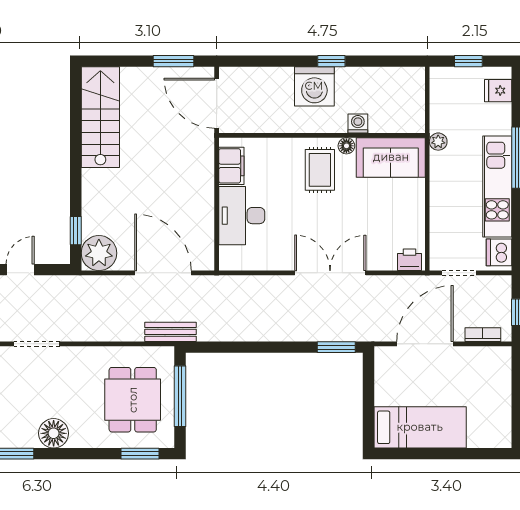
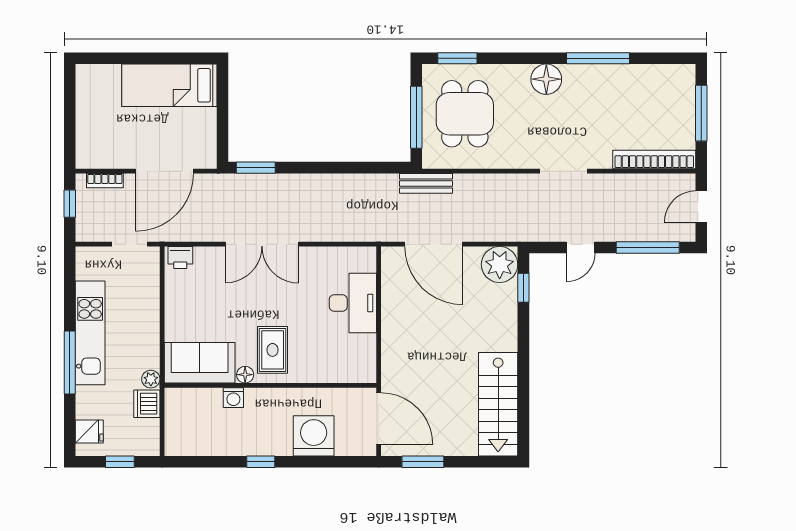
washing machine: (314, 86) -> (314, 436), moved
filing cabinet: (231, 166) -> (363, 354), removed
dishwasher: (499, 252) -> (147, 404), moved, turned 180

